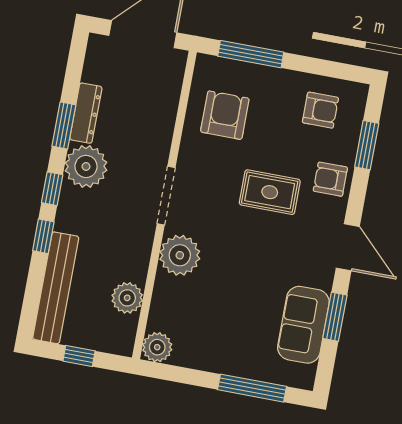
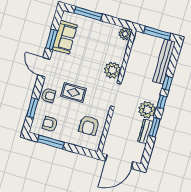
window: (251, 54) -> (51, 142), moved
plant: (127, 298) -> (135, 55), removed
window: (79, 356) -> (157, 33), width x2.17

